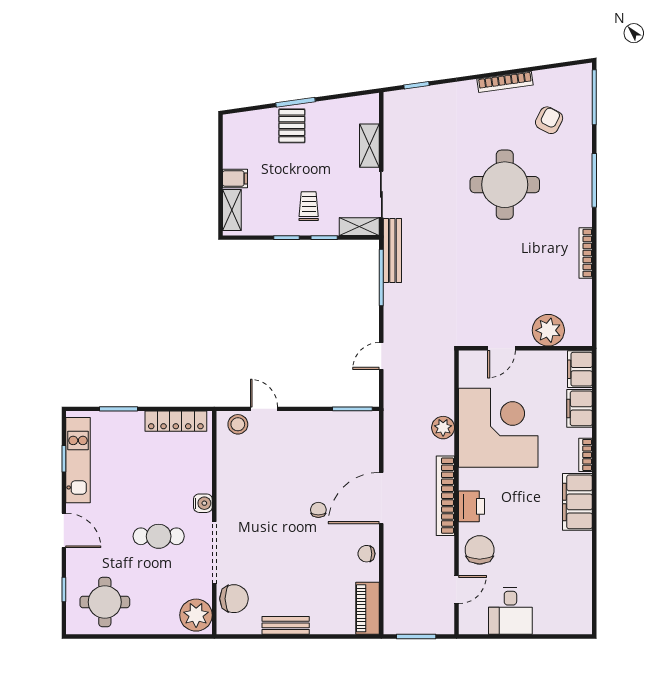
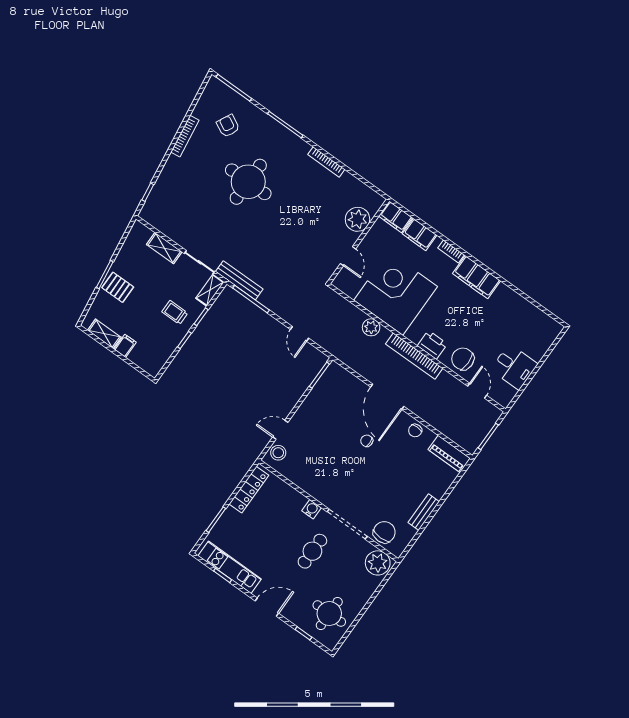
shelving: (232, 210) -> (104, 334), moved

